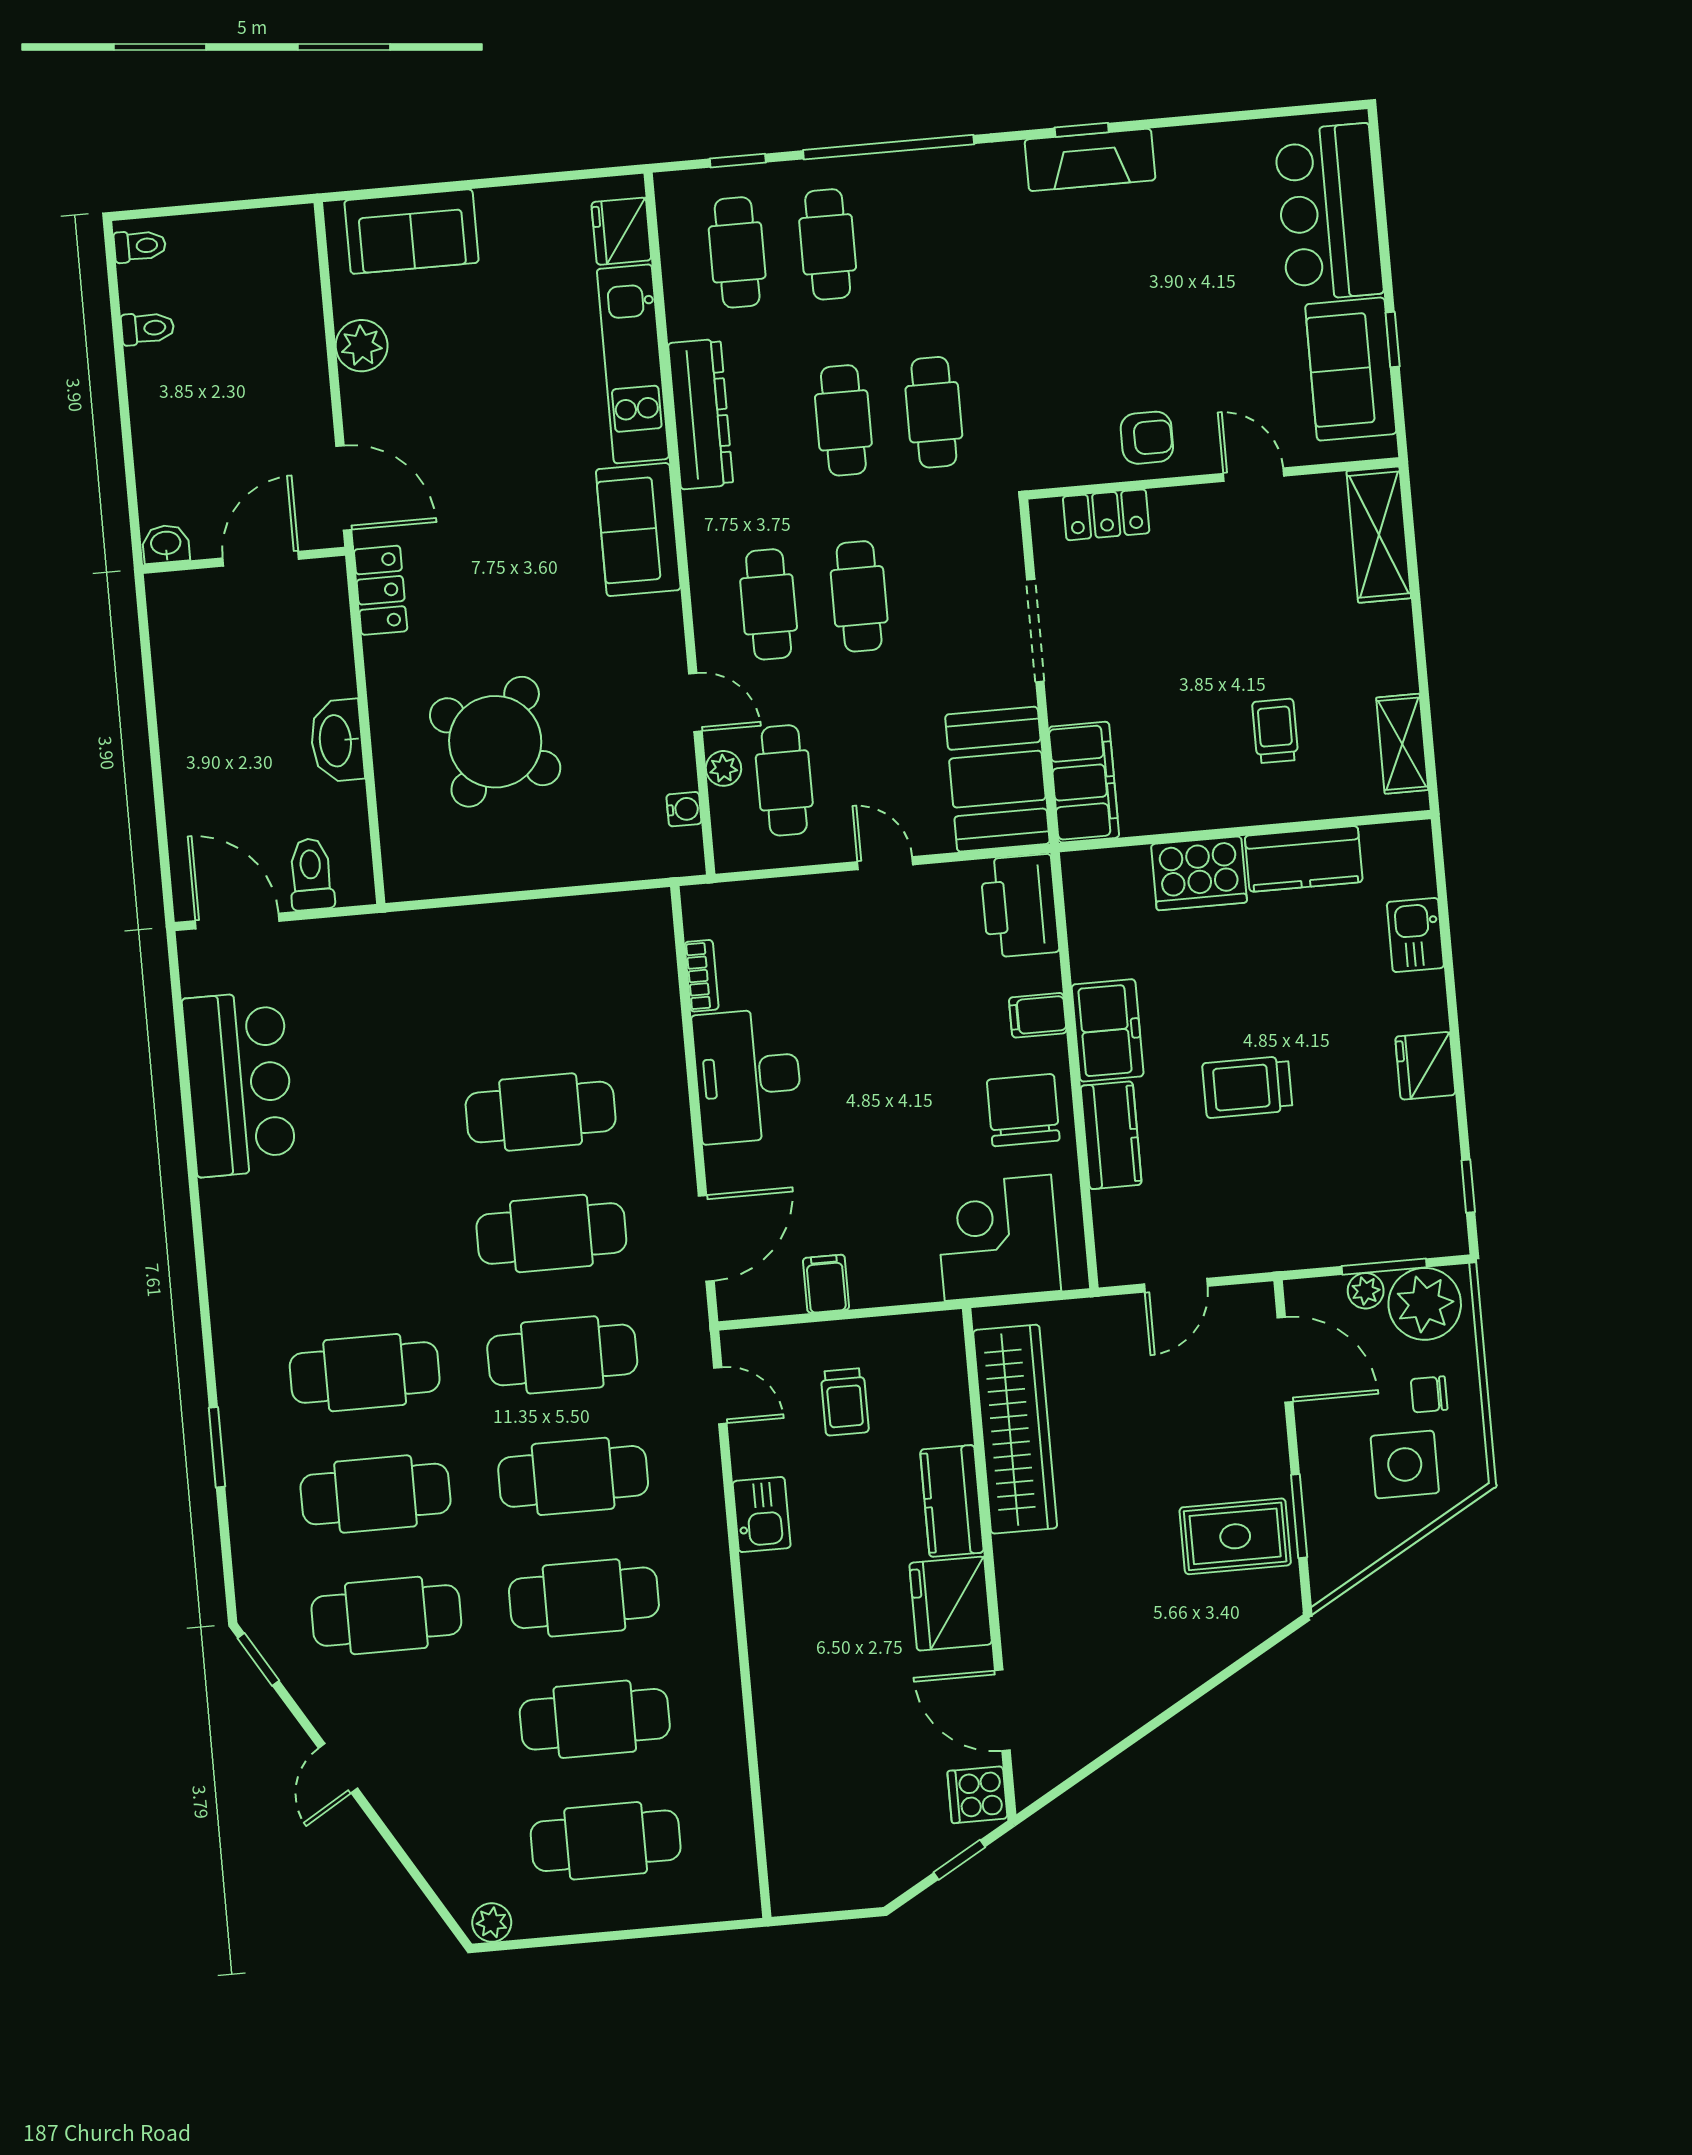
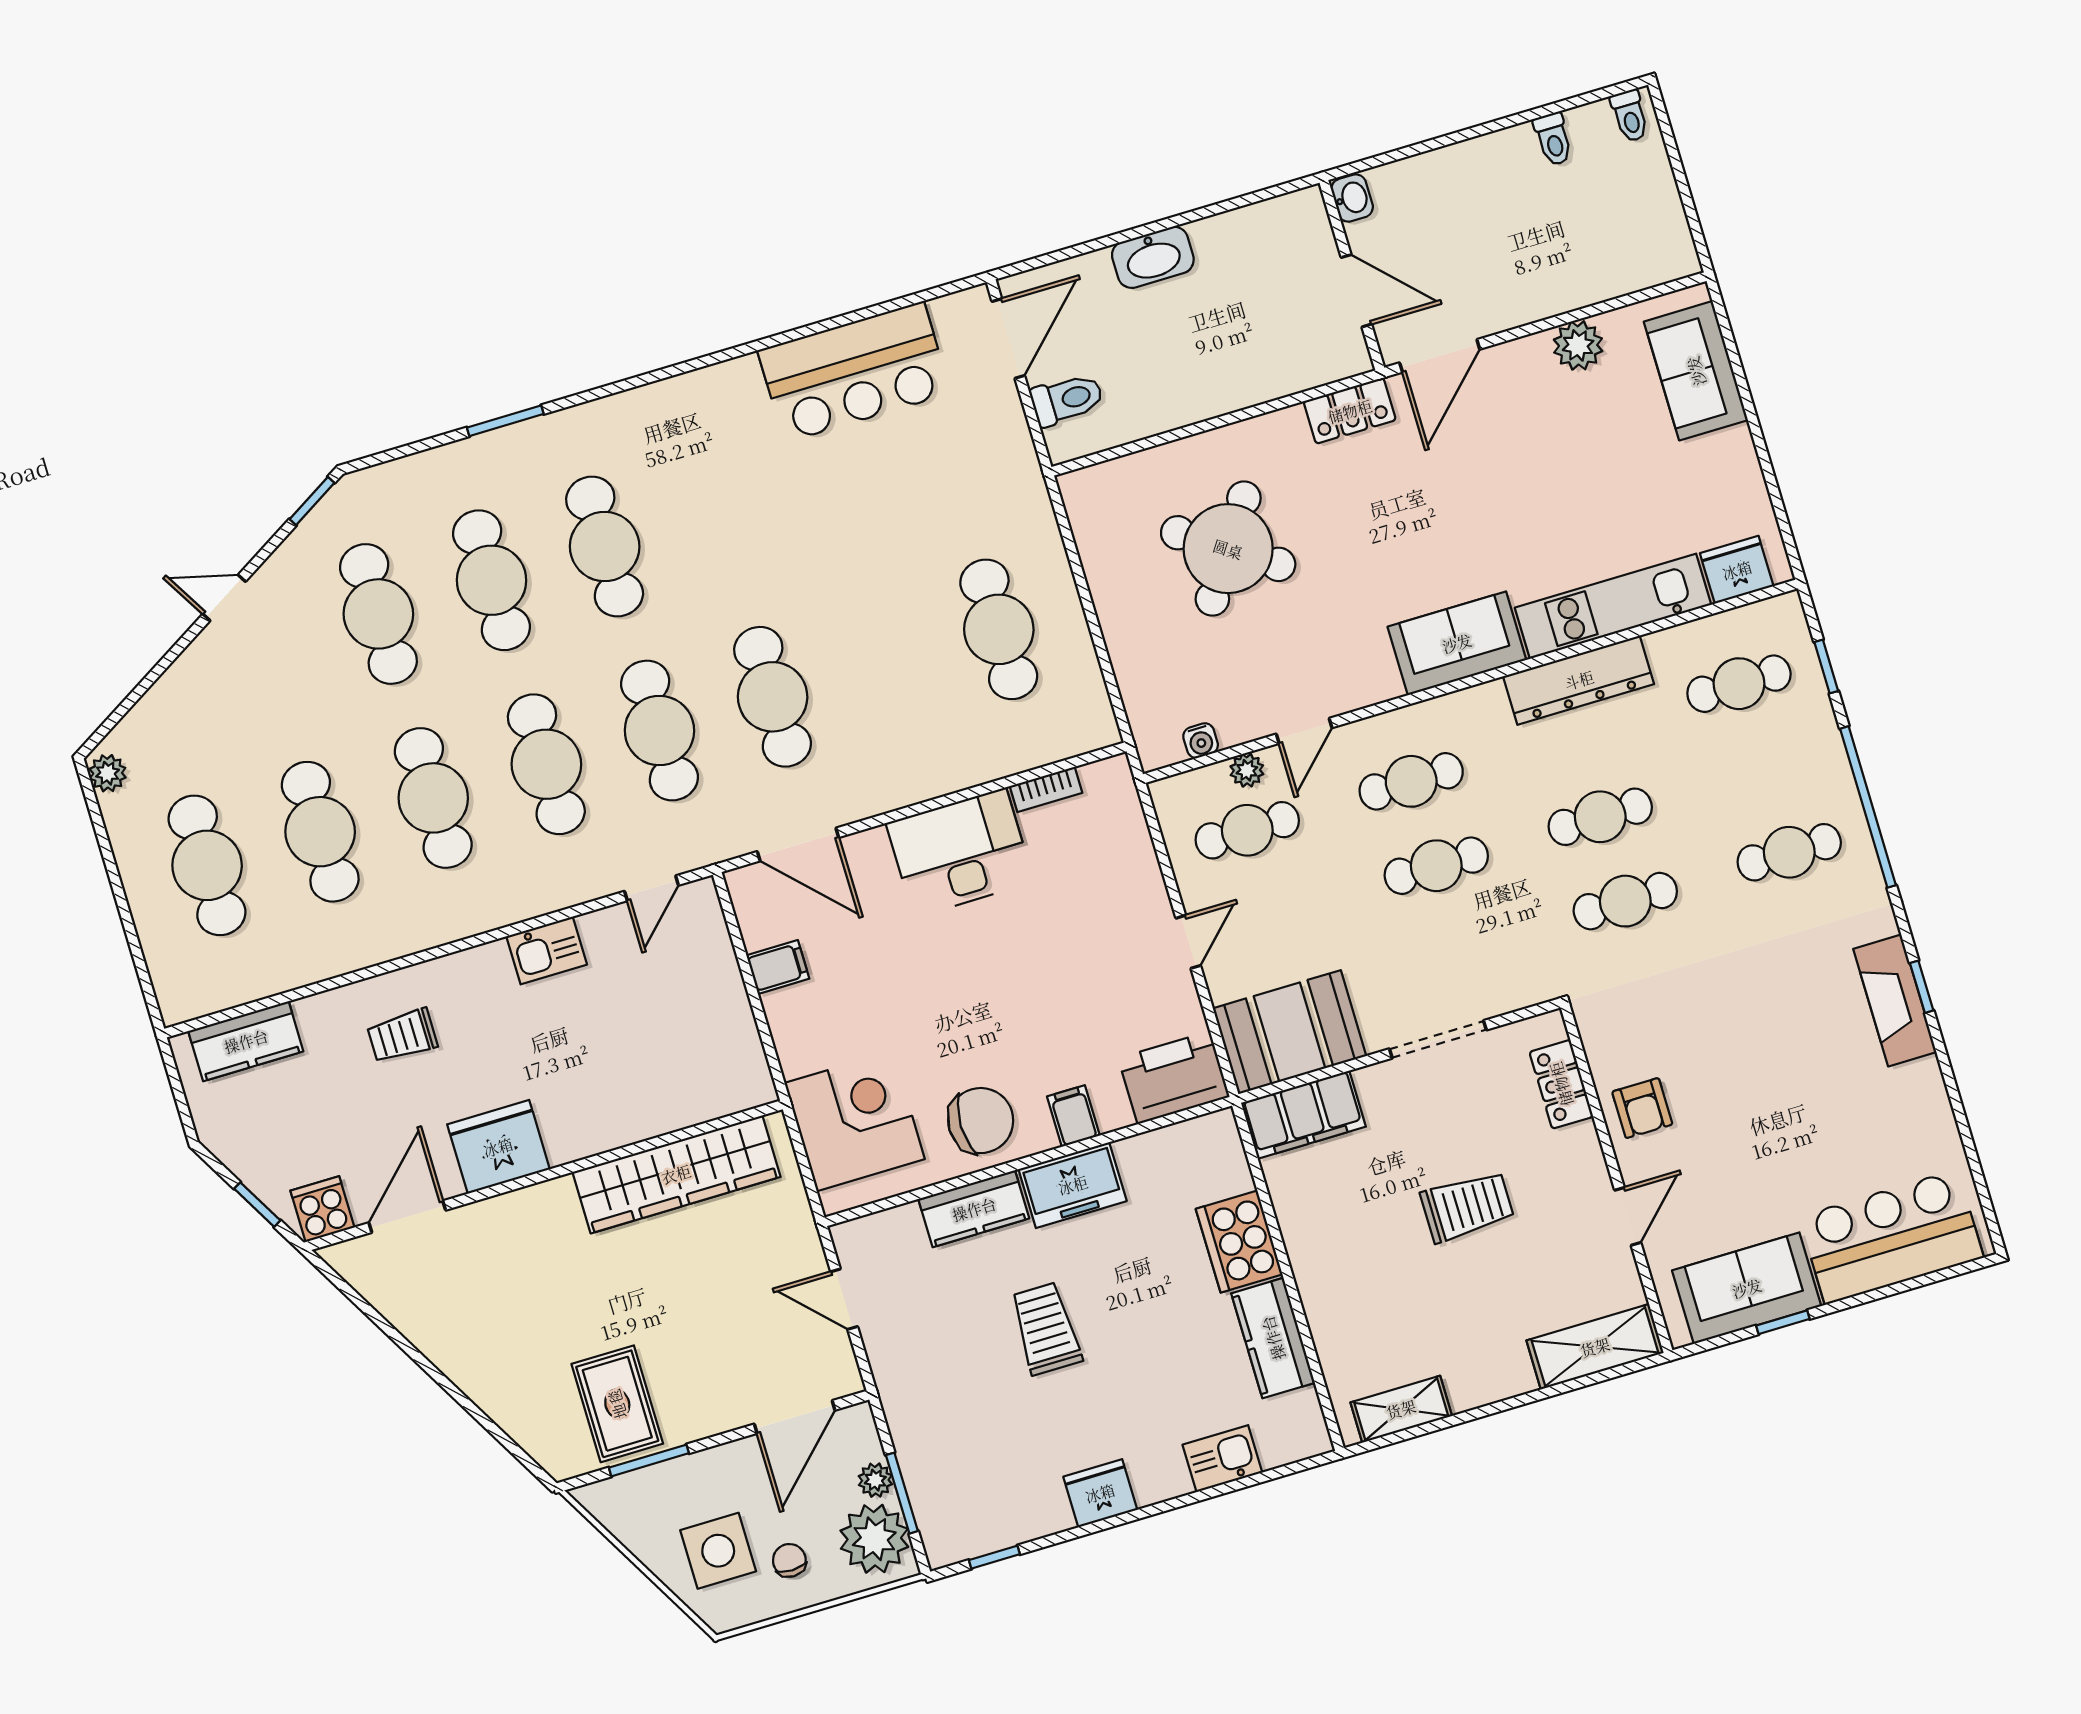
cafe table: (828, 244) -> (1789, 852), moved
trolley: (1275, 731) -> (1467, 1206), moved, width x1.36, depth x1.39
washbasin: (337, 741) -> (1153, 257), moved, turned 180
cafe table: (541, 1112) -> (999, 629), moved
trolley: (845, 1402) -> (402, 1036), moved
kitchen counter: (952, 1501) -> (246, 1041), moved, turned 180

